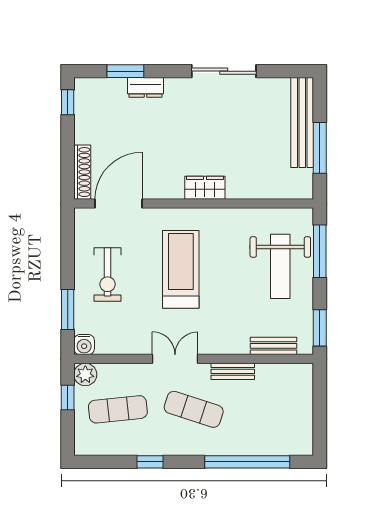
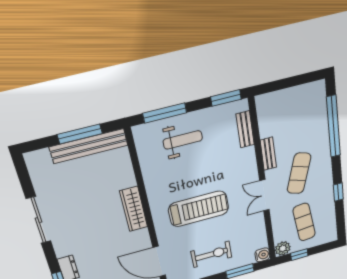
bench: (302, 122) -> (89, 146), moved
wardrobe: (205, 188) -> (134, 209), width x1.50
weight bench: (280, 266) -> (183, 140), width x0.73, depth x0.75
treadmill: (181, 269) -> (199, 209), turned 180

